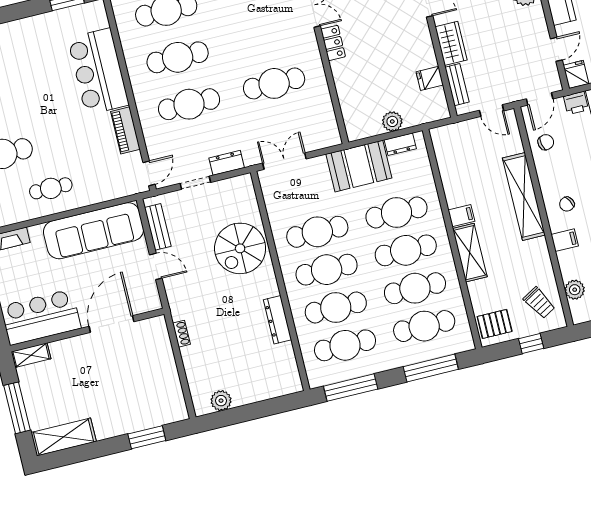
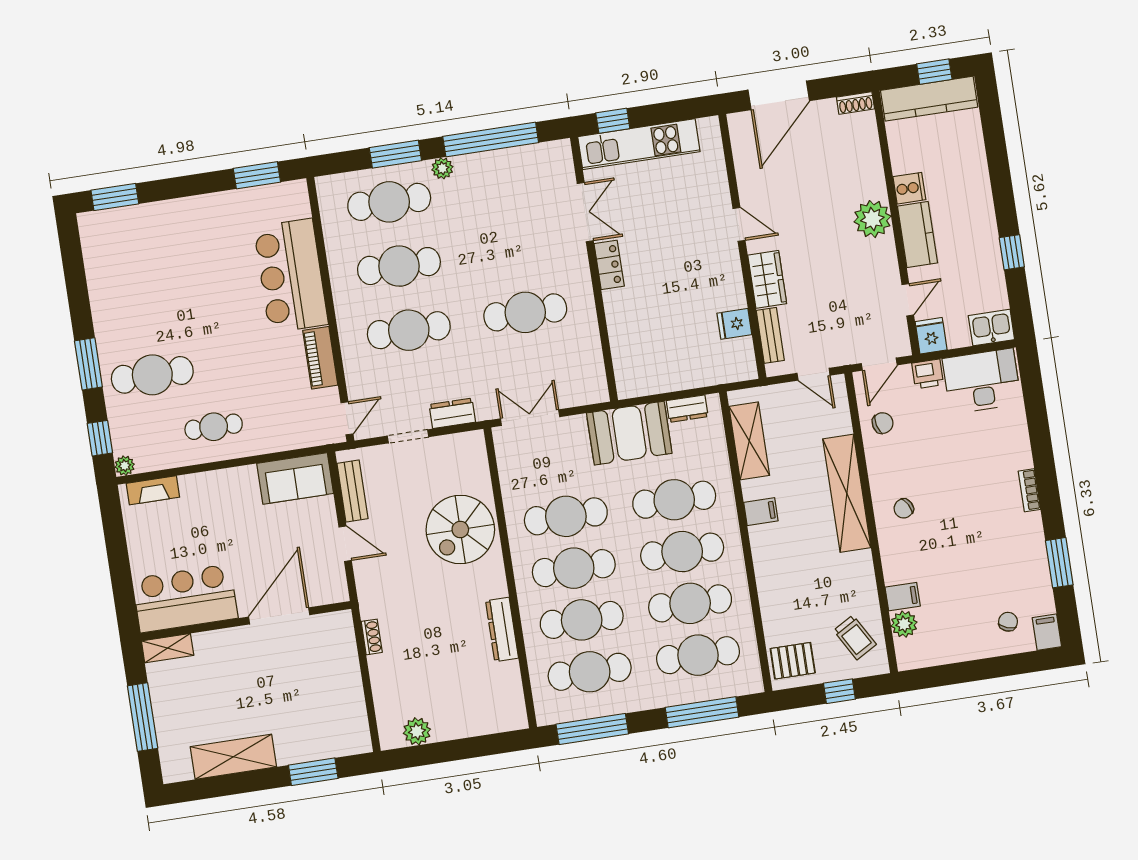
plant: (392, 121) -> (679, 377), removed
sofa: (94, 231) -> (295, 478), width x0.54, depth x0.79
filing cabinet: (565, 240) -> (903, 597), moved
shelving: (470, 253) -> (749, 441), moved
shelving: (64, 437) -> (233, 757), moved

